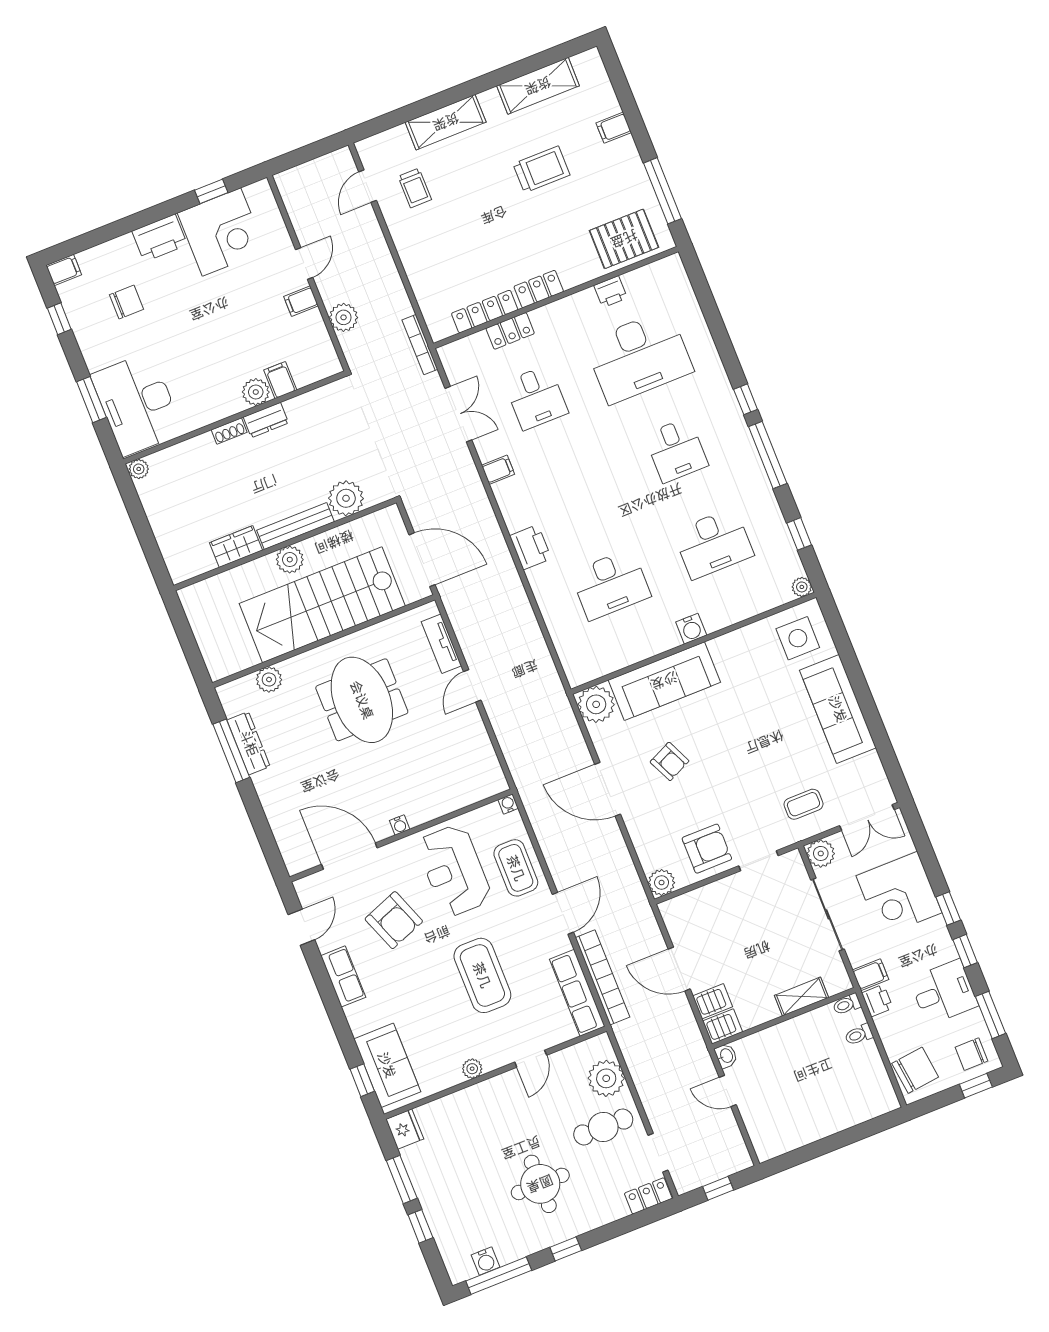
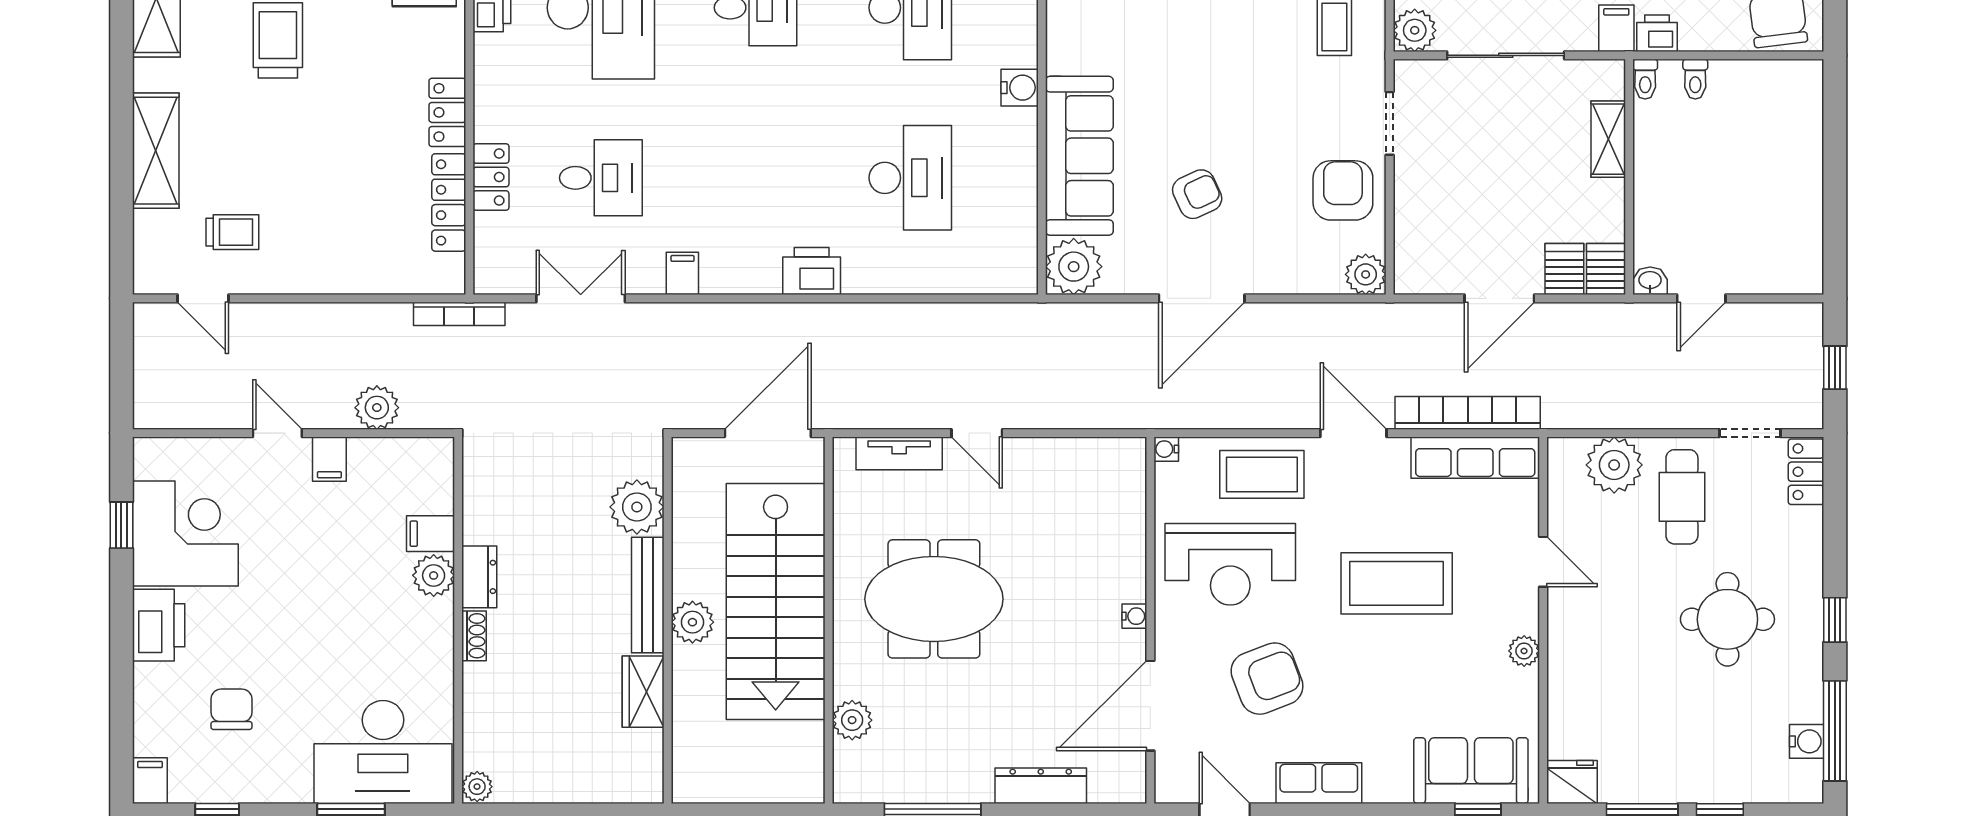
dresser: (249, 743) -> (1041, 786), moved

